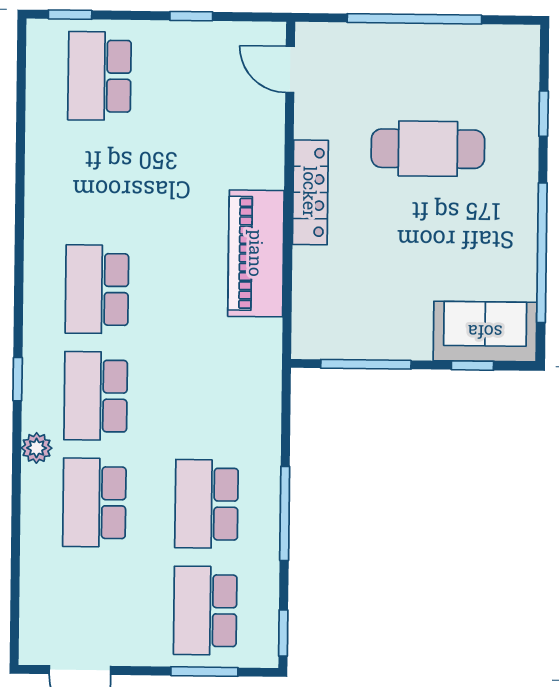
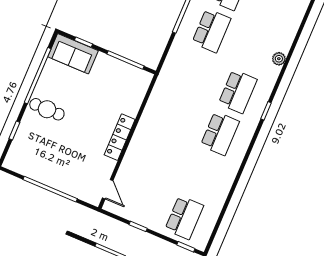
cafe table: (428, 149) -> (47, 109), moved, width x0.73, depth x0.74
piano: (256, 253) -> (151, 122), removed
plant: (37, 448) -> (279, 59), moved
school desk: (94, 503) -> (256, 49), removed

